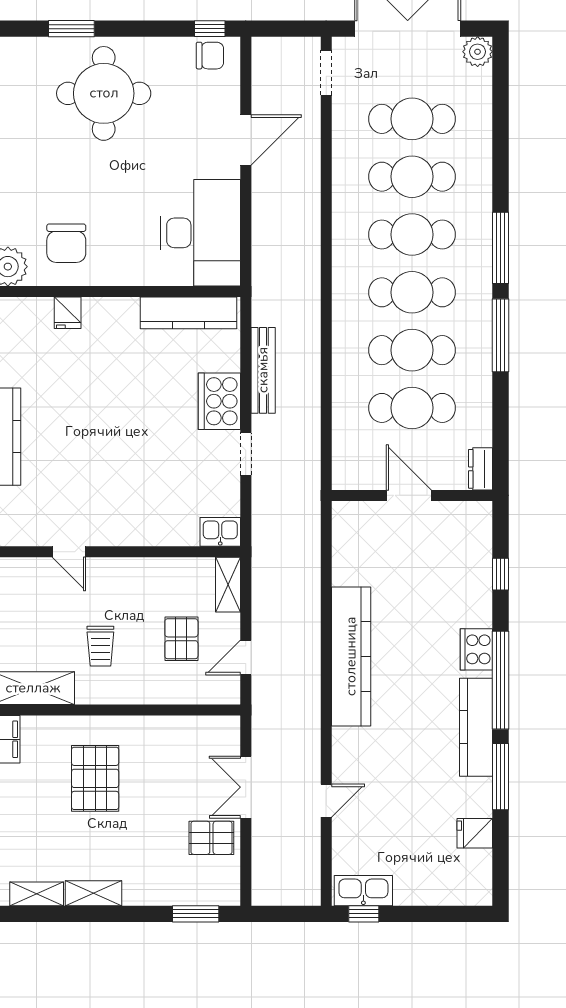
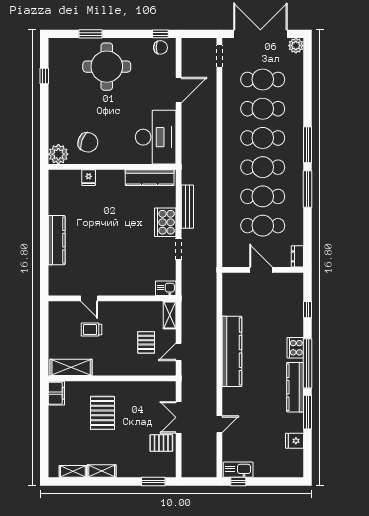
chair: (66, 243) -> (88, 142), turned -70
trolley: (100, 646) -> (91, 330), moved, turned 90

